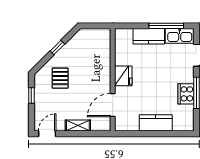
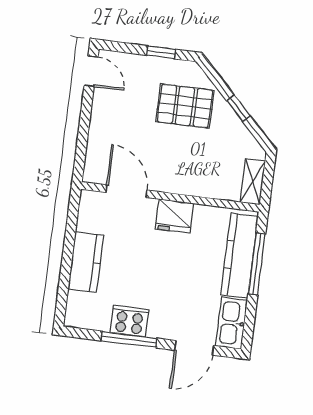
window: (166, 26) -> (257, 264), moved
kitchen counter: (149, 36) -> (239, 256), width x1.50
pallet: (60, 78) -> (185, 106), width x1.50, depth x1.42
shelving: (78, 125) -> (253, 182), moved

